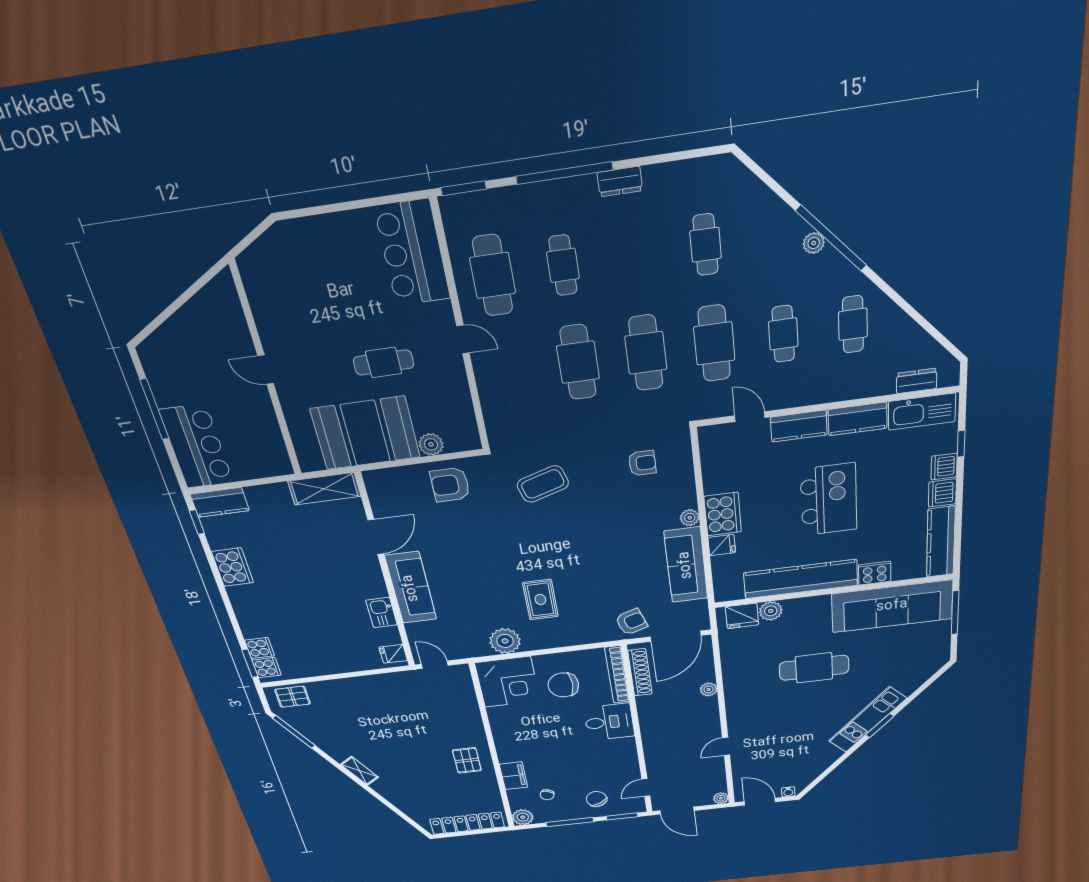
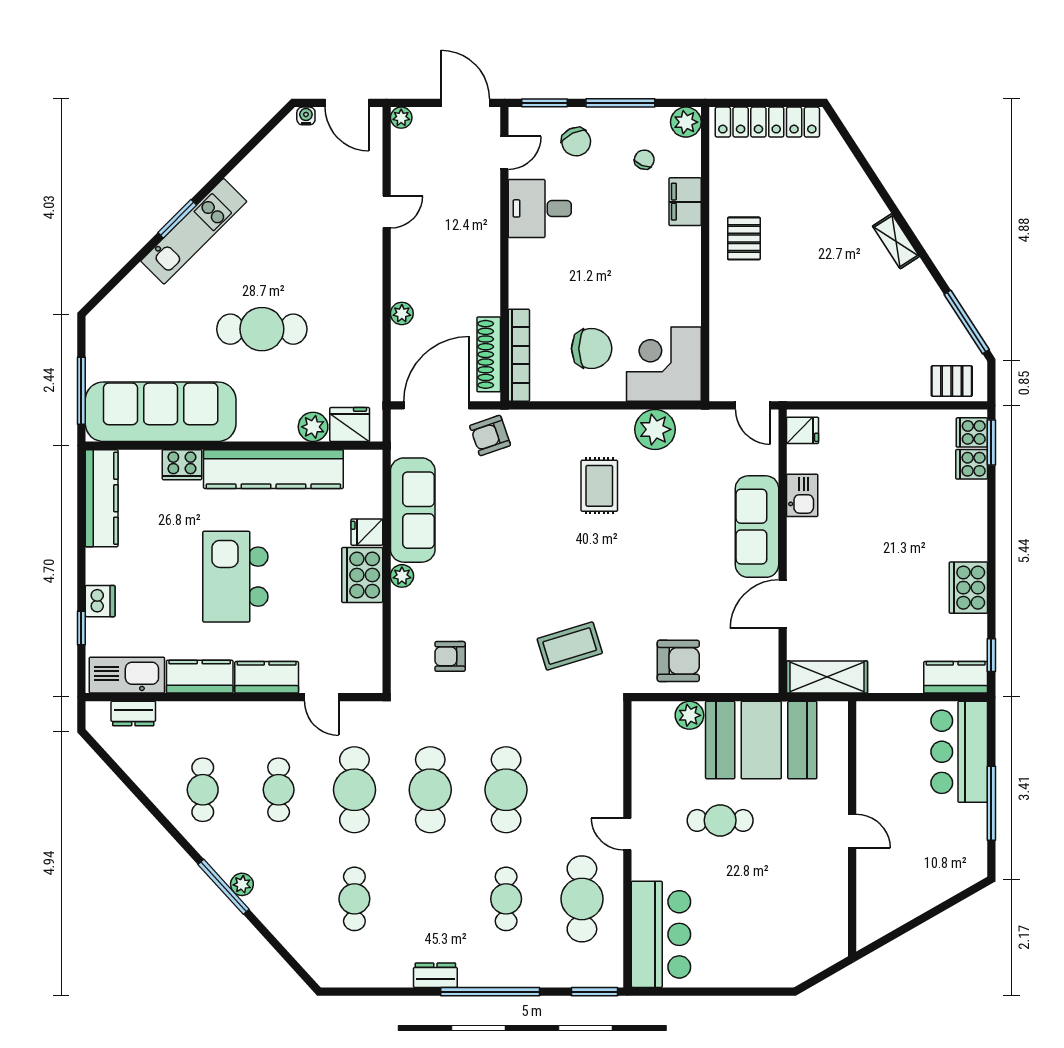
window: (831, 238) -> (224, 887), width x0.68
dishwasher: (942, 493) -> (101, 566), removed
desk: (609, 722) -> (540, 208), moved

